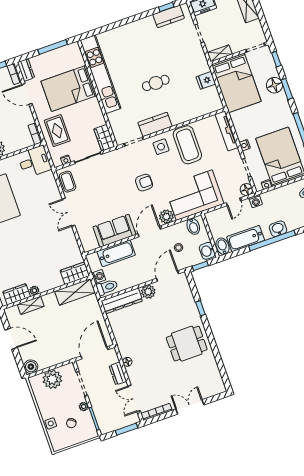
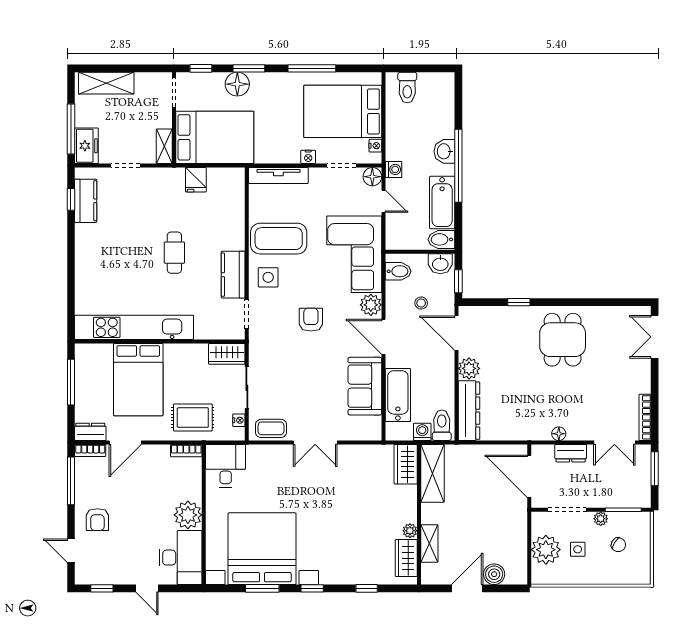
boiler: (31, 367) -> (494, 574), moved
double door: (190, 407) -> (655, 337), moved
side table: (51, 423) -> (578, 549), moved

